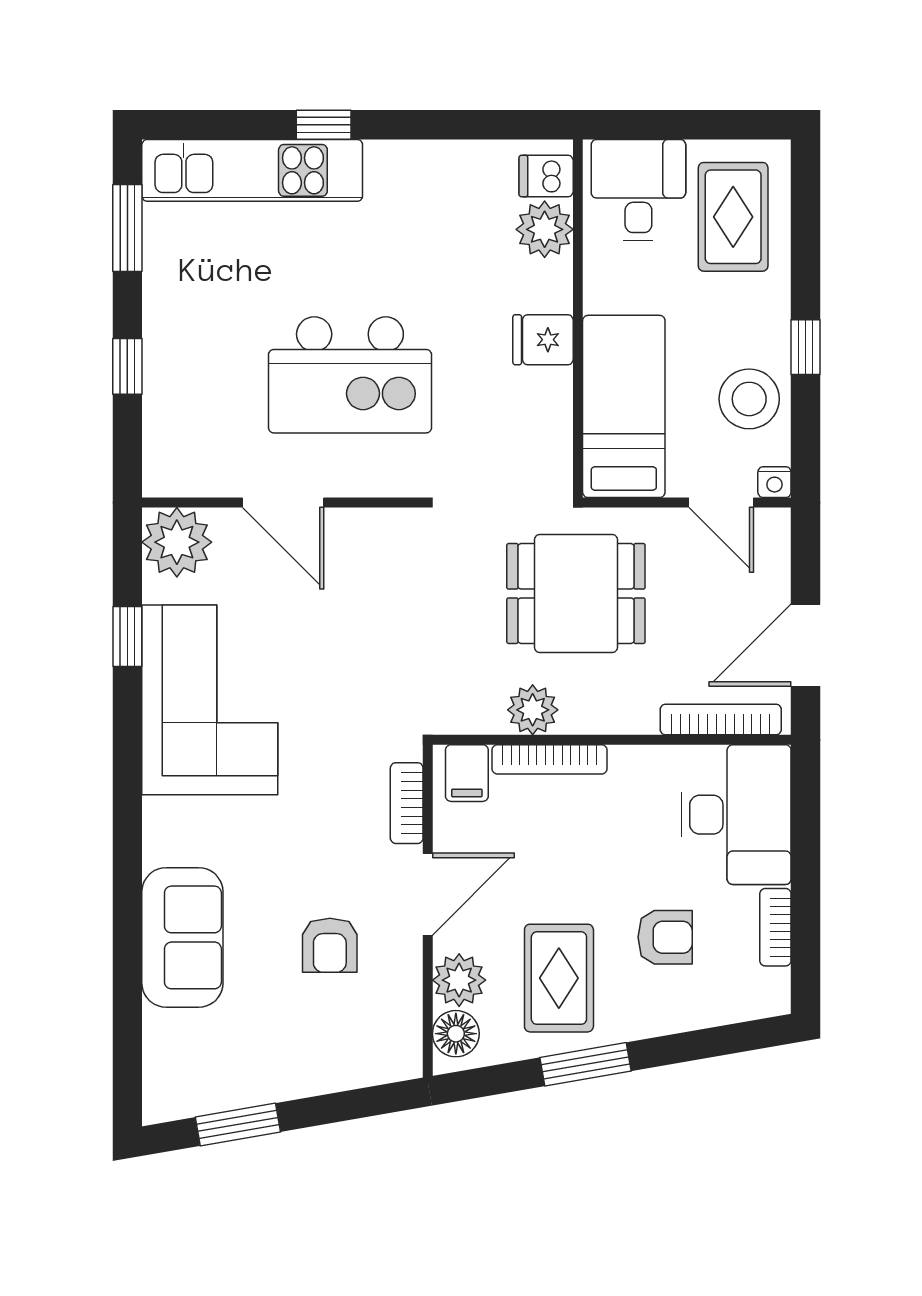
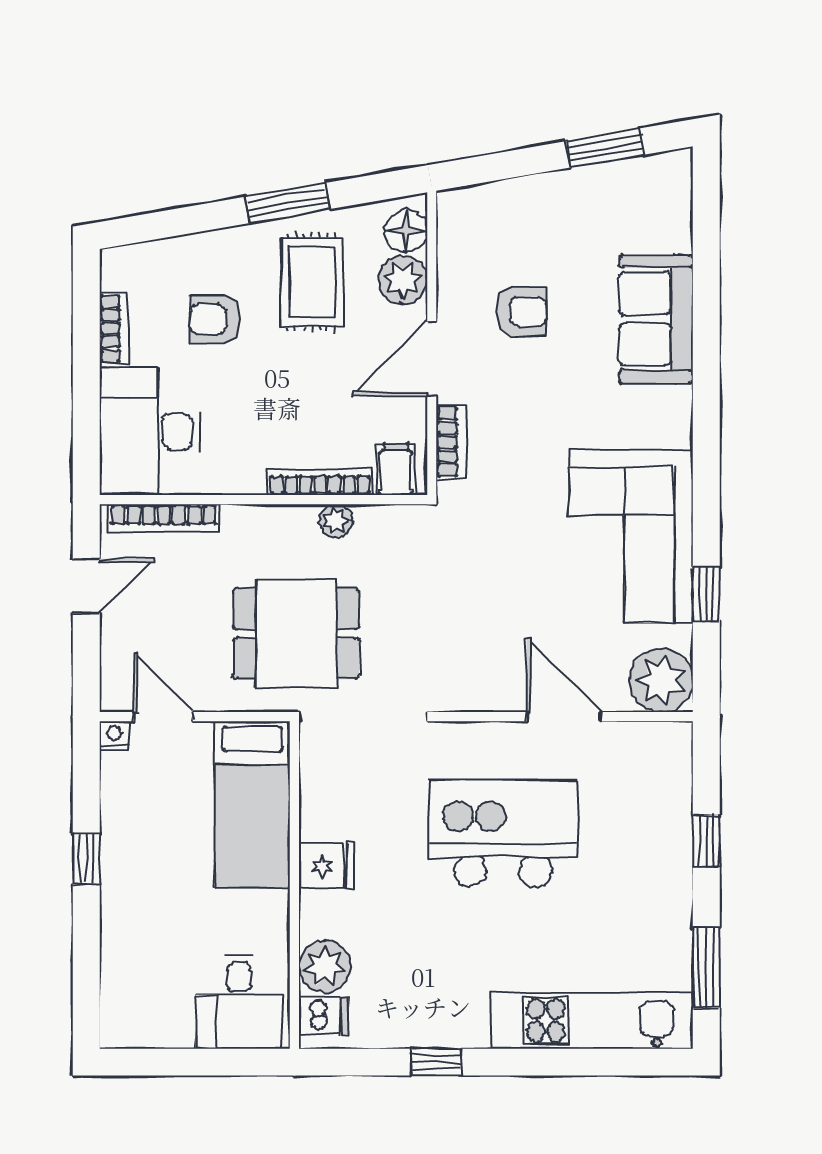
window: (324, 125) -> (436, 1062), moved
rug: (733, 217) -> (152, 978), removed
stool: (749, 399) -> (138, 811), removed
door: (806, 645) -> (86, 586), width x0.73
plant: (533, 710) -> (336, 521), width x0.73, depth x0.73
armchair: (330, 945) -> (521, 312), turned 90

